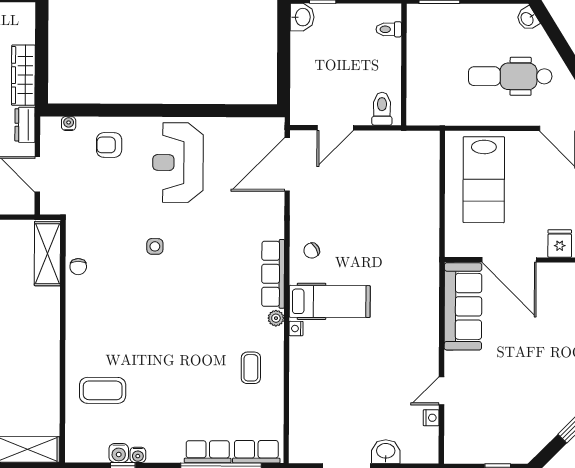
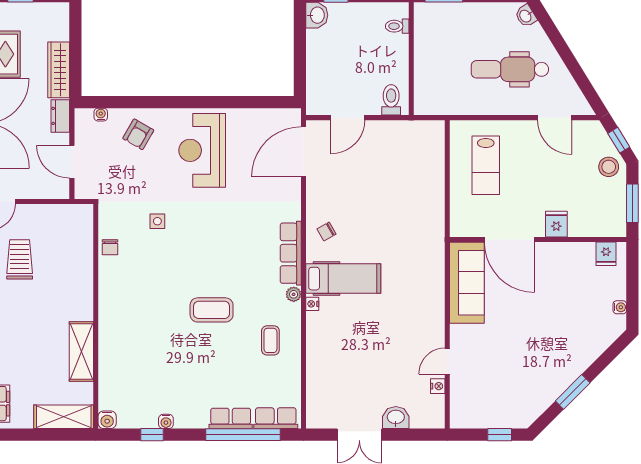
armchair: (109, 145) -> (138, 134), turned -60
lab bench: (484, 180) -> (486, 165), width x0.73, depth x0.72
side table: (155, 246) -> (157, 221), moved
shelving: (47, 254) -> (81, 351), moved
coffee table: (103, 390) -> (212, 310), moved
water cooler: (119, 453) -> (107, 420), moved

